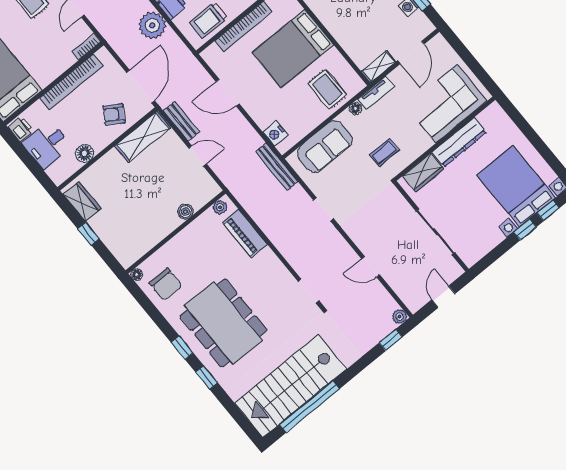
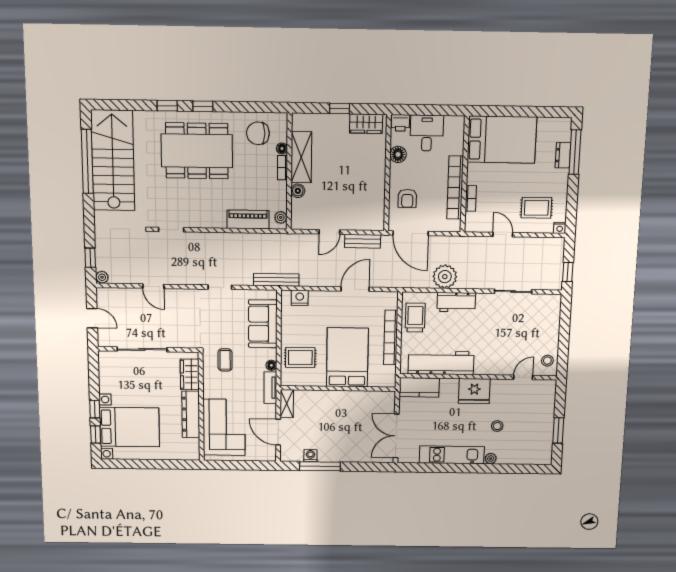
bookcase: (87, 46) -> (471, 198), moved
armchair: (114, 114) -> (407, 198), turned 148
printer: (21, 129) -> (400, 123), moved
shelving: (143, 137) -> (301, 157), moved
bookcase: (177, 240) -> (282, 168), added
door: (371, 267) -> (153, 286), swing flipped
floor lamp: (137, 274) -> (282, 148), moved

